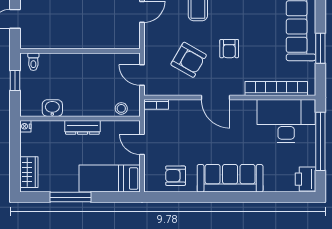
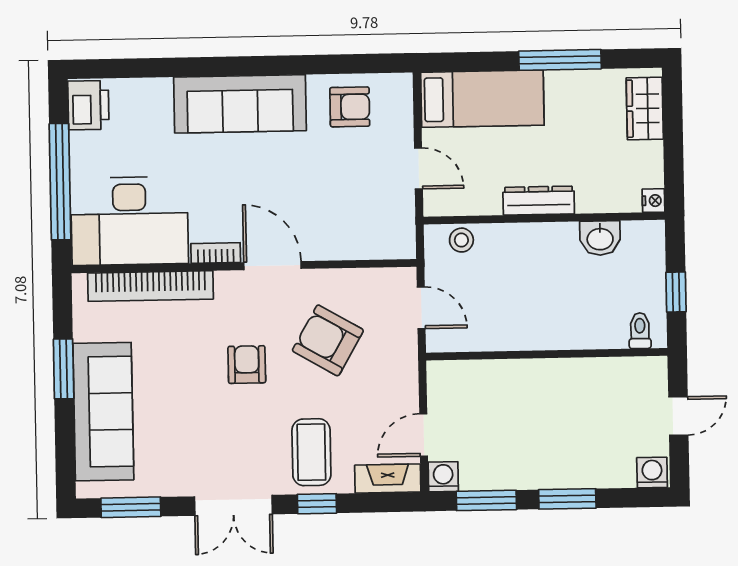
bookcase: (156, 104) -> (216, 253), moved

